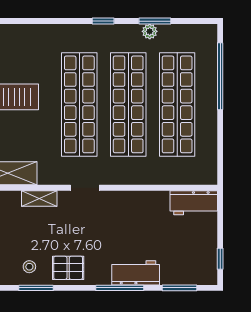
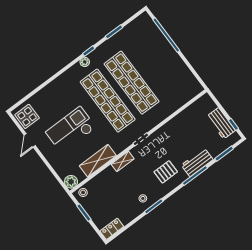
plant: (150, 31) -> (85, 62), moved
shop shelf: (177, 104) -> (156, 65), removed
workbench: (194, 203) -> (221, 123), moved, turned 90
pallet: (68, 268) -> (166, 172), moved

